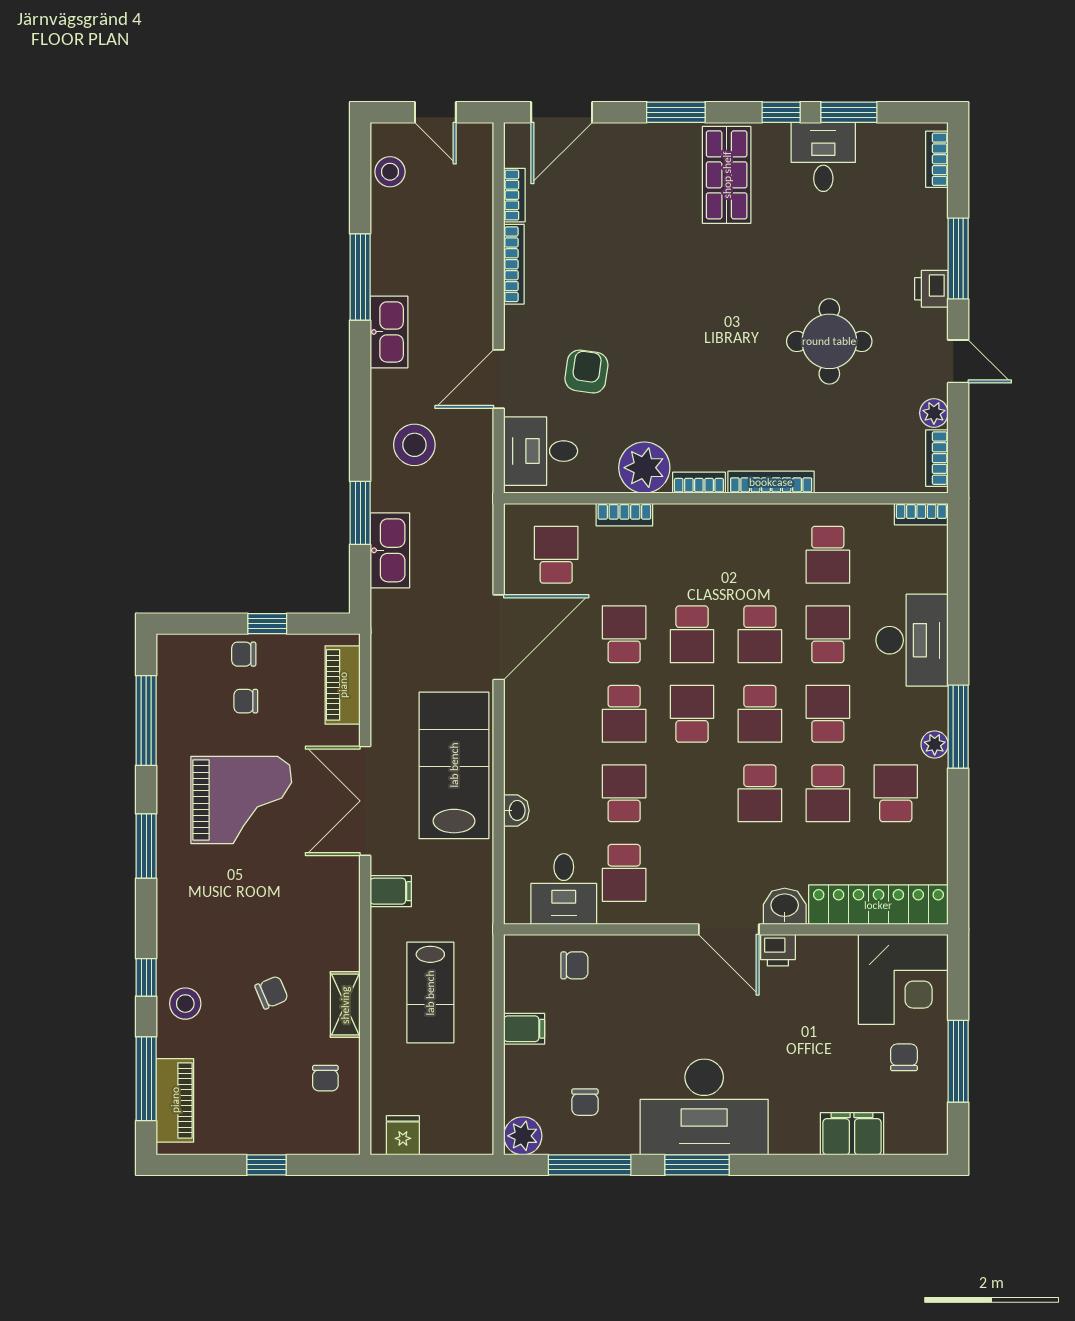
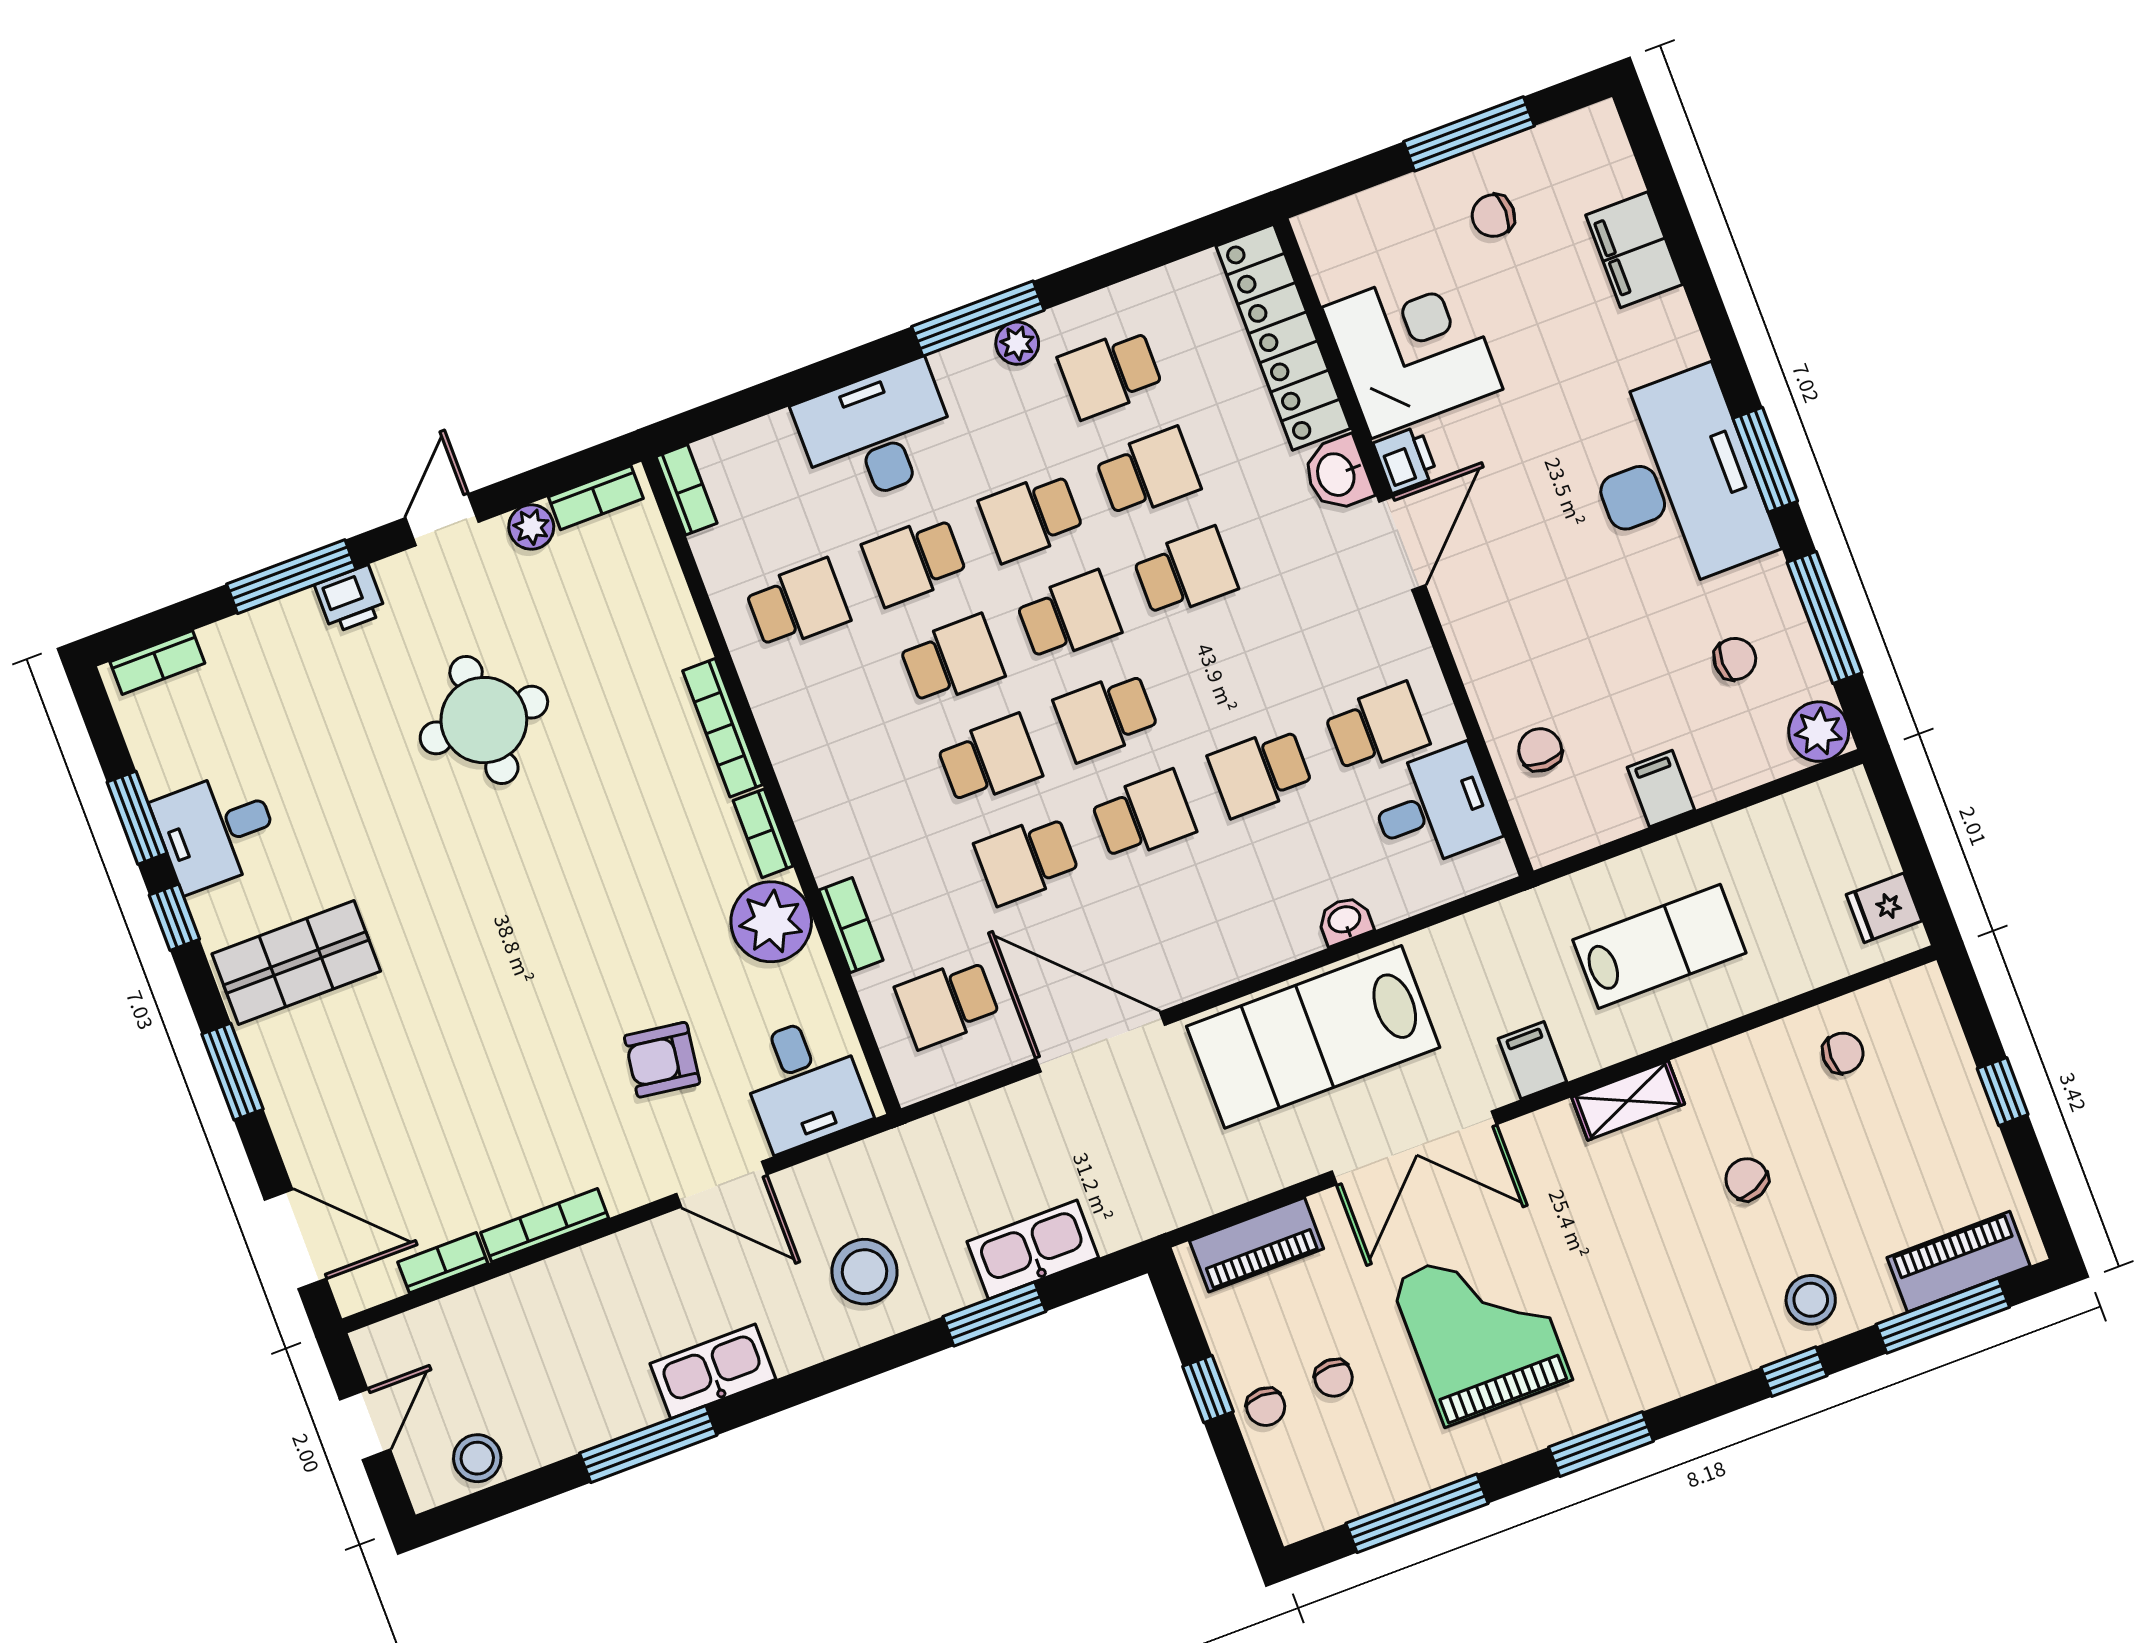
corner desk: (903, 979) -> (1412, 348), moved
shelving: (345, 1005) -> (1628, 1101), moved

